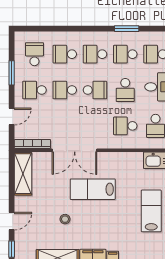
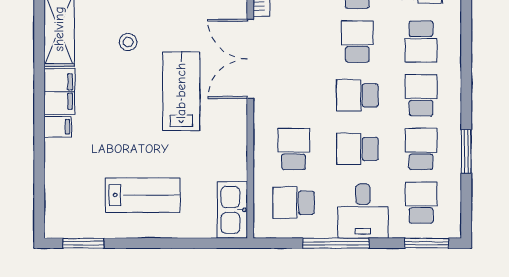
school desk: (65, 54) -> (421, 41), turned 180
school desk: (95, 90) -> (357, 95), turned 90

